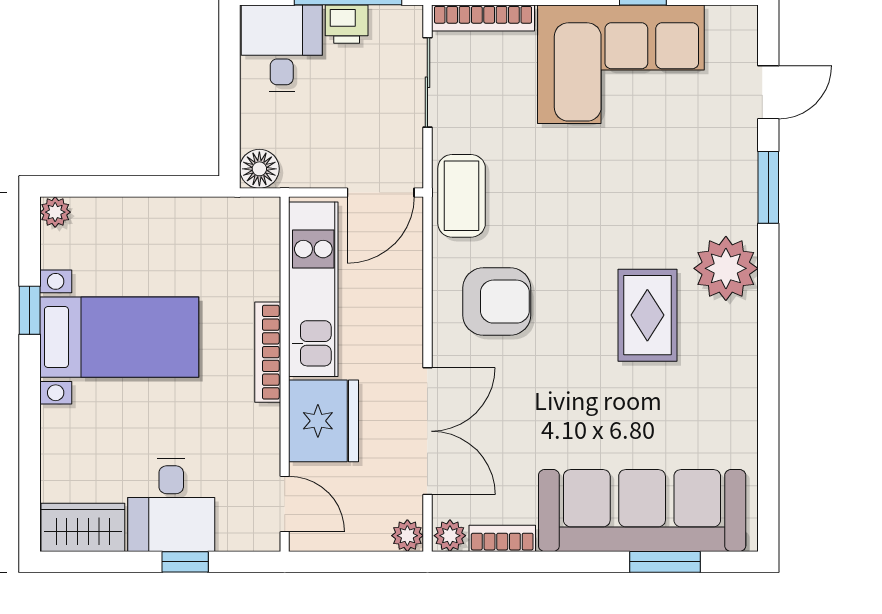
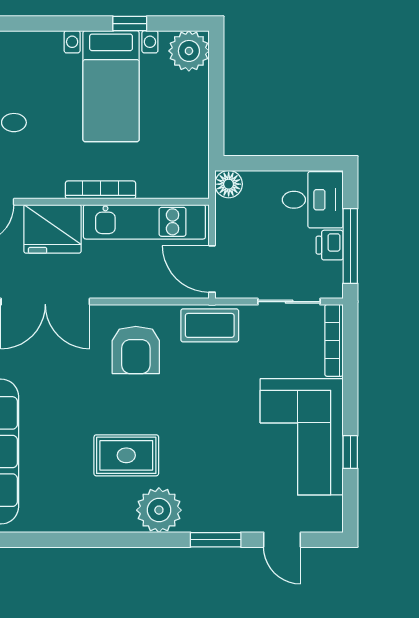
plant: (55, 212) -> (189, 51), width x1.88, depth x1.88

